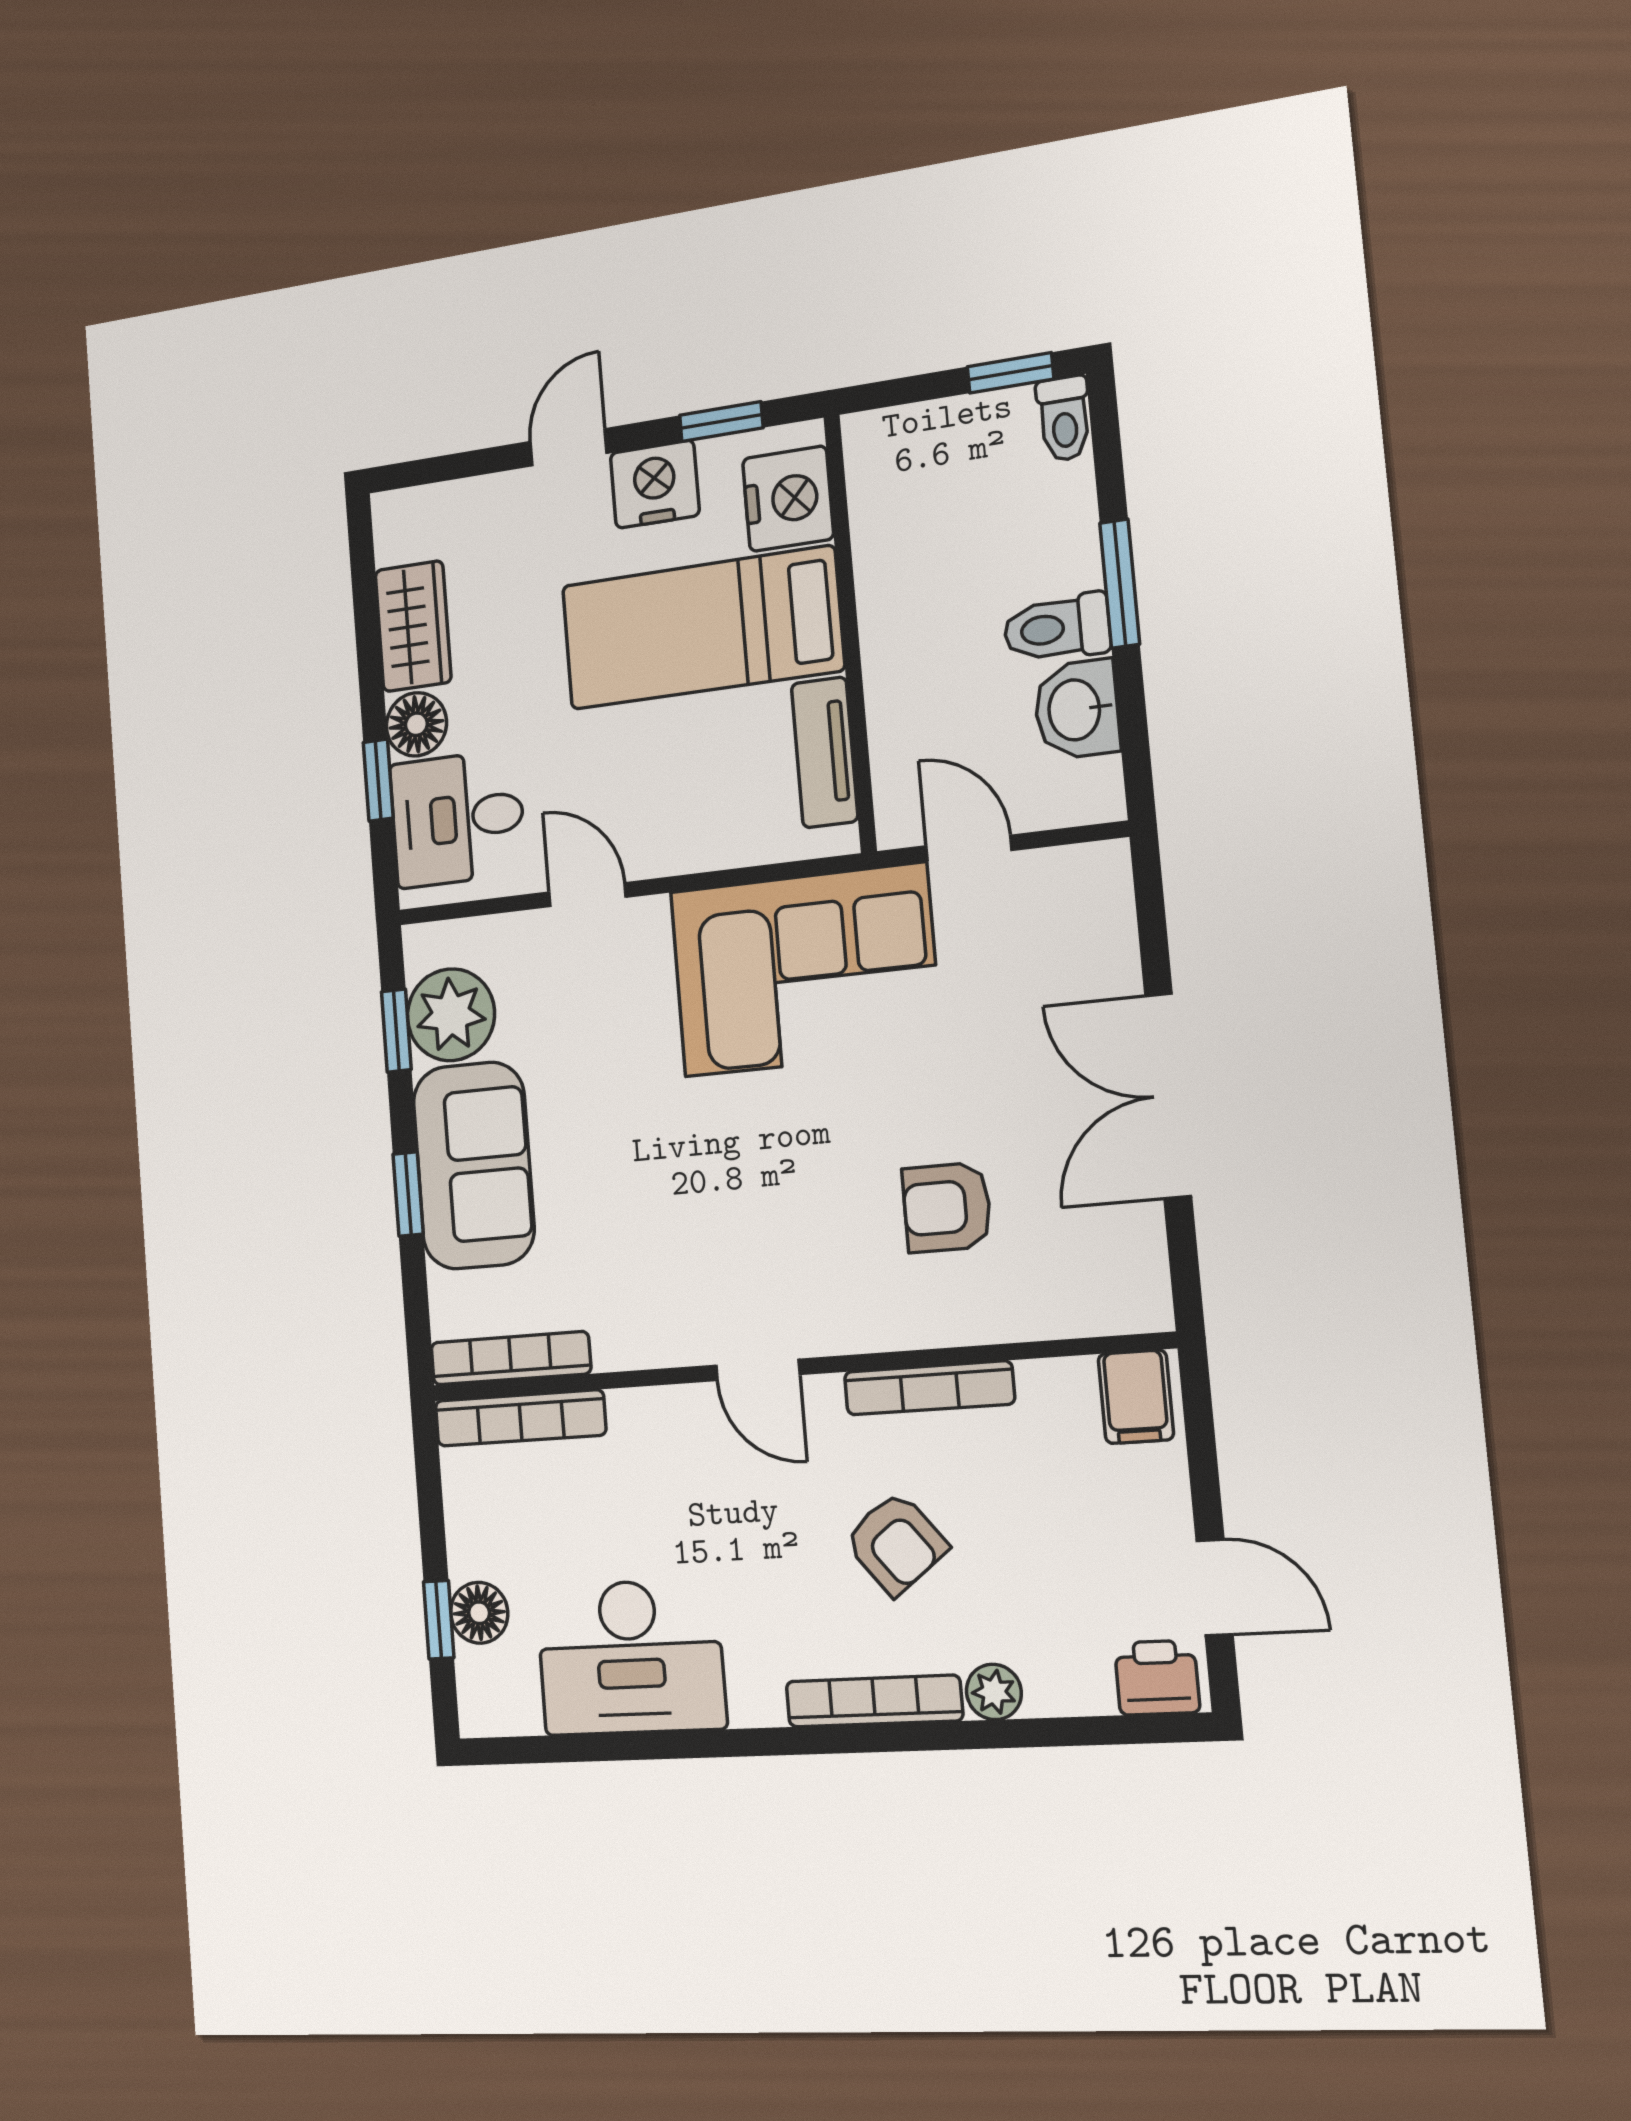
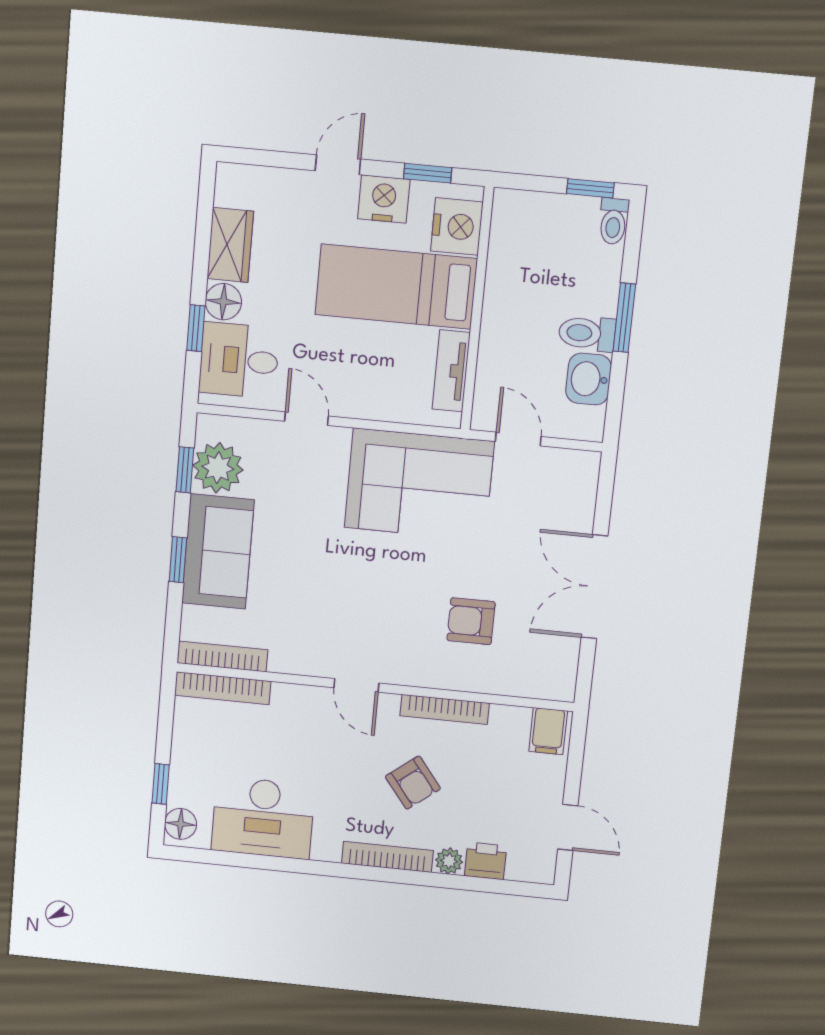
floor lamp: (479, 1613) -> (181, 824), moved
printer: (1157, 1678) -> (486, 861), moved

